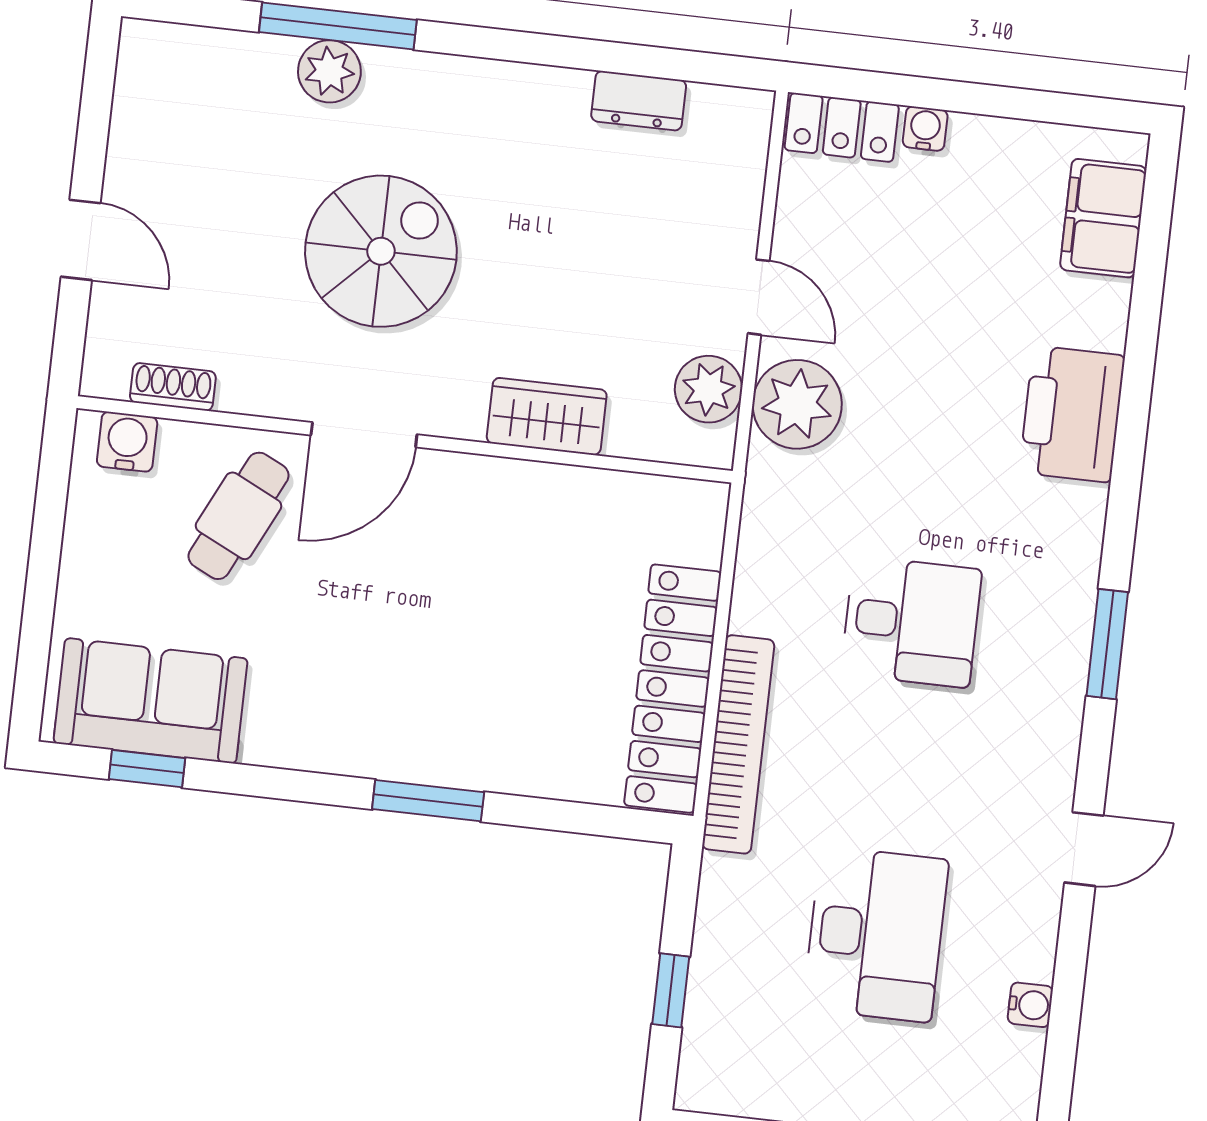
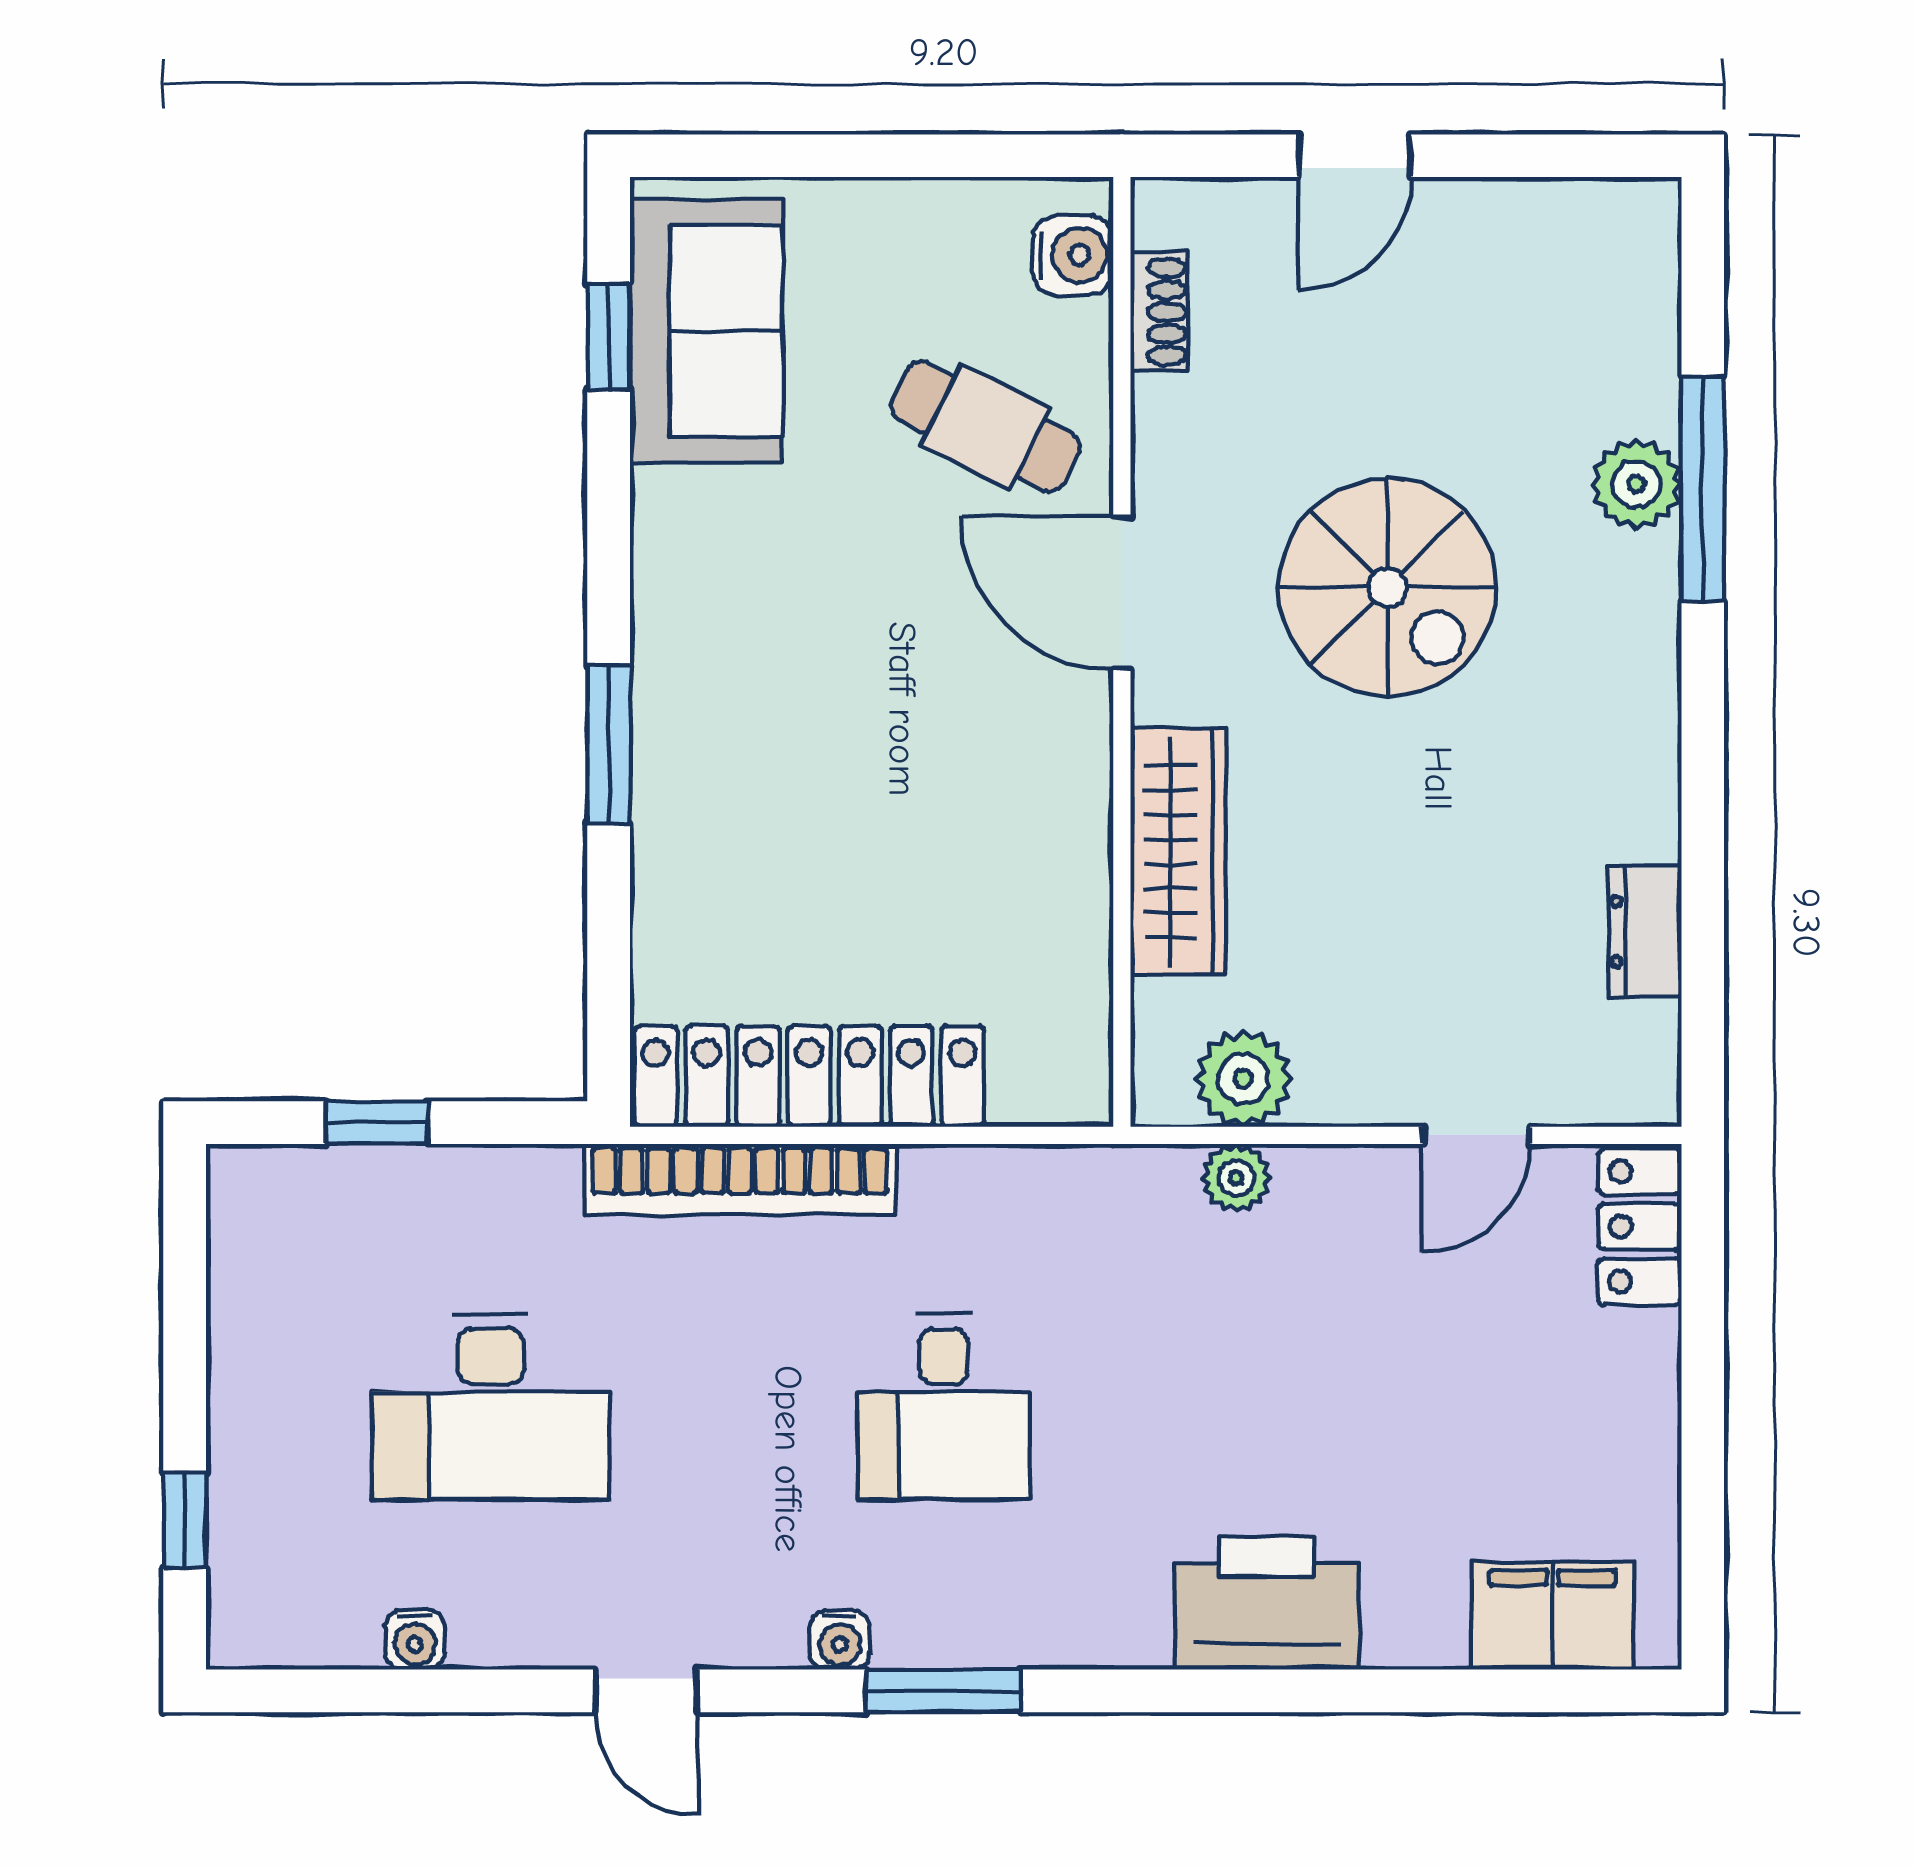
water cooler: (925, 129) -> (840, 1640), moved, turned 90
door: (759, 297) -> (1476, 1135), moved
plant: (797, 404) -> (1236, 1178), width x0.53, depth x0.53
wardrobe: (547, 416) -> (1178, 852), width x1.50

